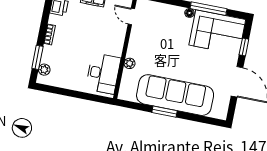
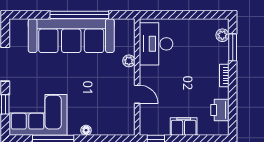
floor lamp: (189, 13) -> (86, 130), moved
door: (131, 16) -> (137, 94), moved
window: (164, 112) -> (79, 15), width x2.11

